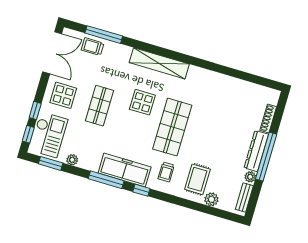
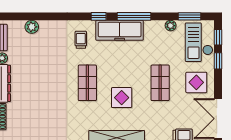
shop shelf: (172, 127) -> (87, 83), width x0.70, depth x0.74
rug: (197, 179) -> (50, 41), removed

